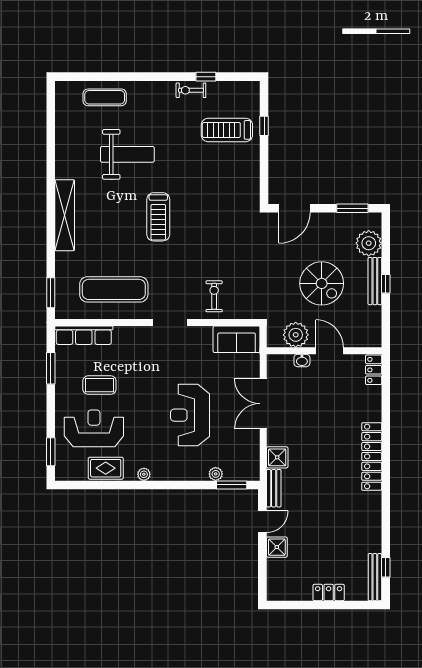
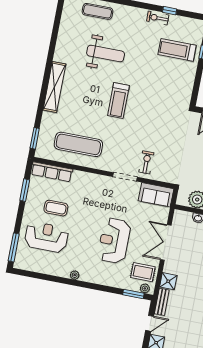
doorway: (170, 322) -> (125, 177), moved
window: (51, 452) -> (14, 247), width x1.44
rug: (106, 468) -> (143, 272), moved
plant: (216, 474) -> (145, 288), moved

